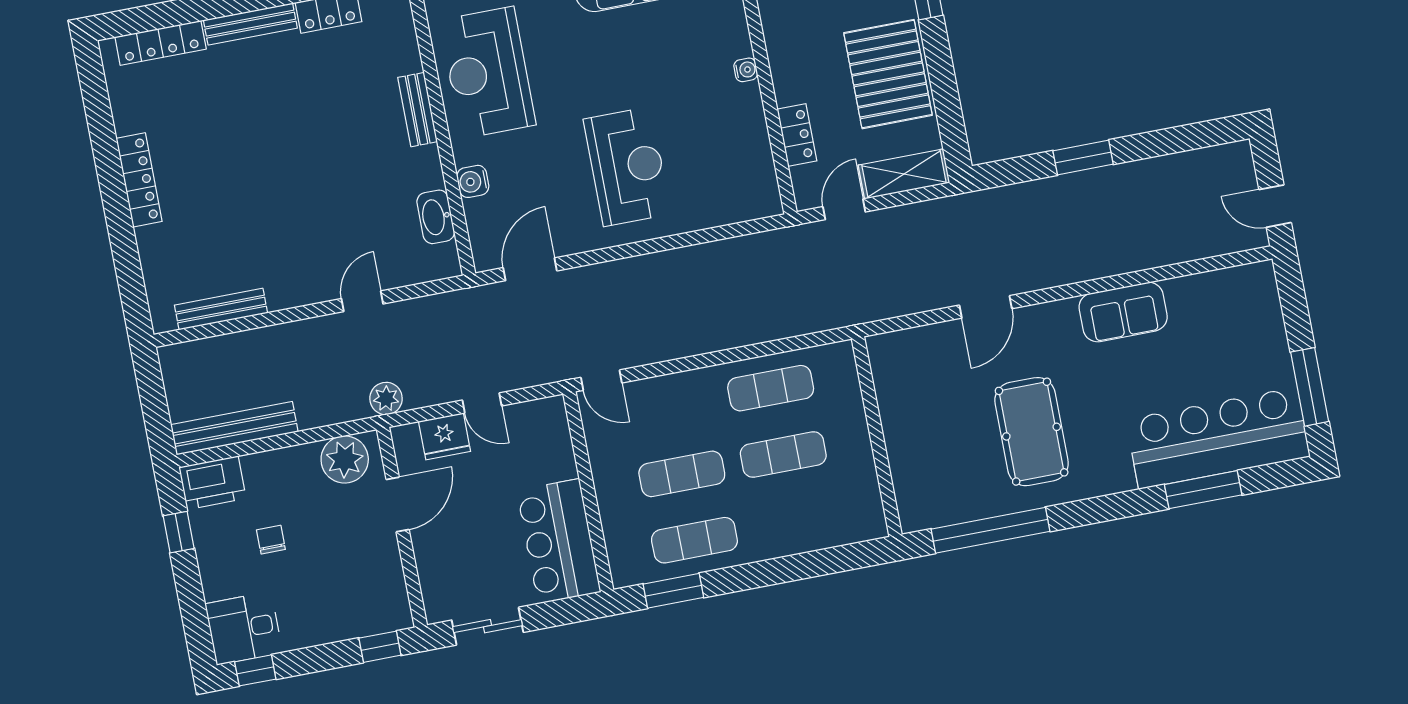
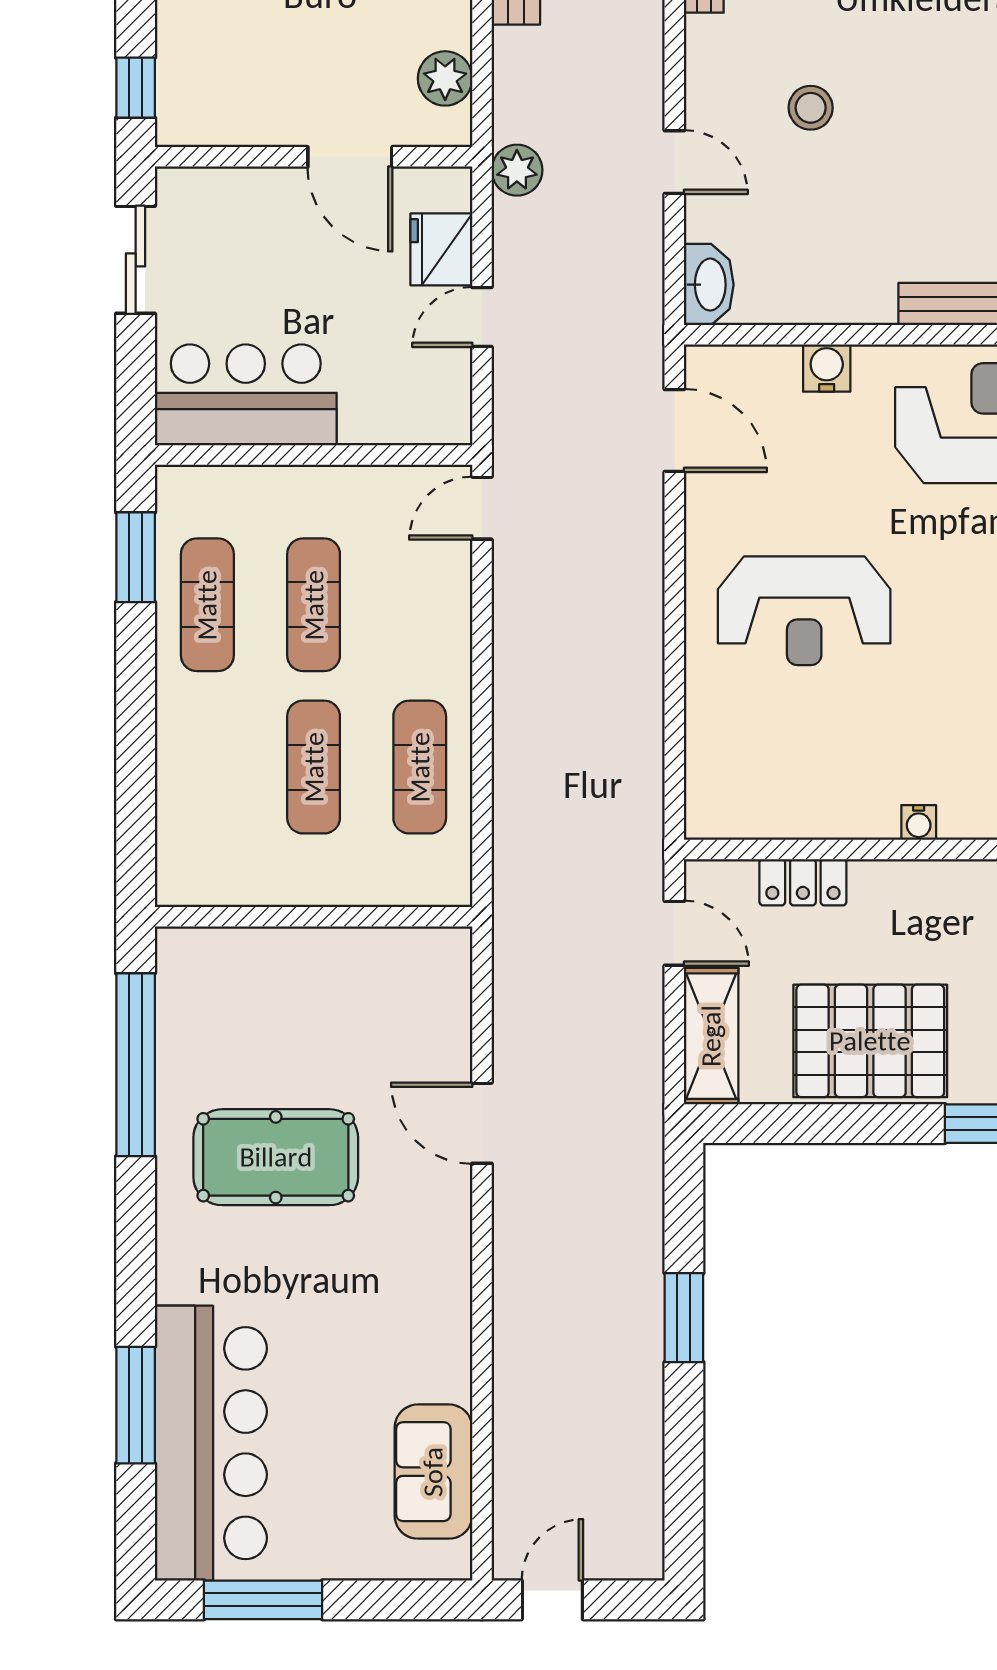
washbasin: (436, 217) -> (709, 285), moved, turned 90
stool: (312, 222) -> (811, 108), added
sofa: (1123, 312) -> (433, 1472), moved
plant: (345, 459) -> (445, 78), width x0.73, depth x0.73

